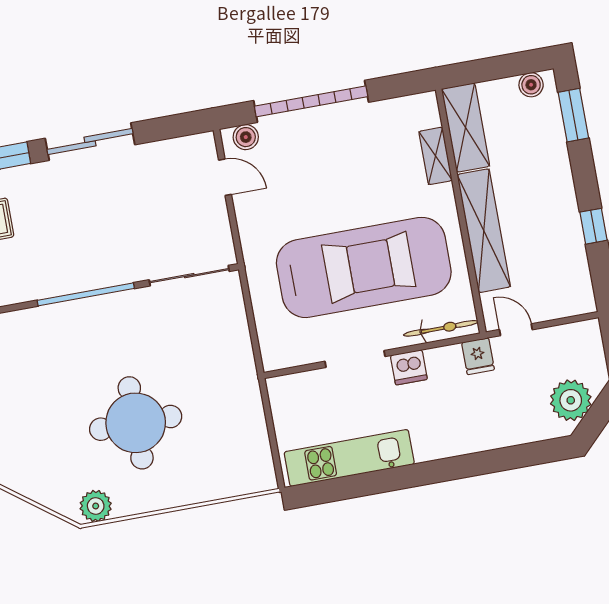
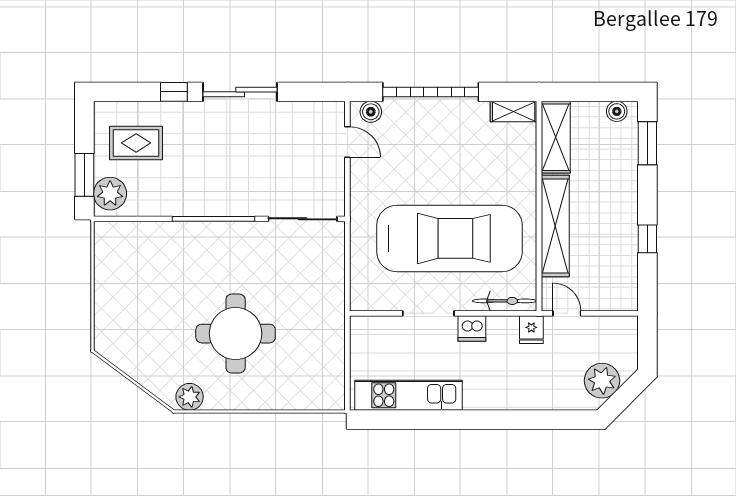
shelving: (436, 156) -> (514, 112), moved, turned 90

